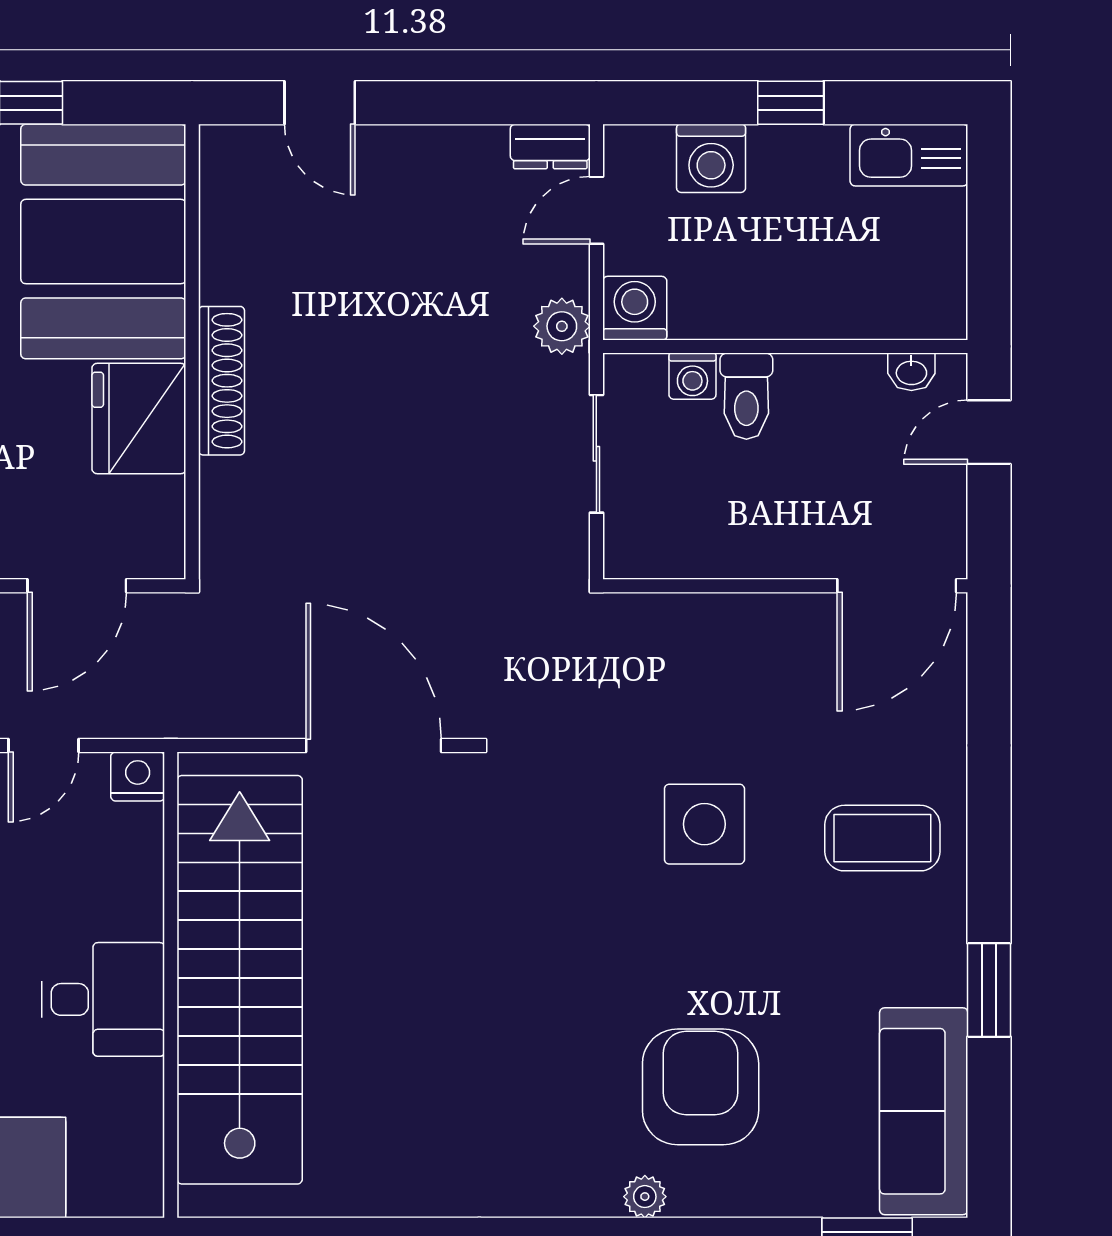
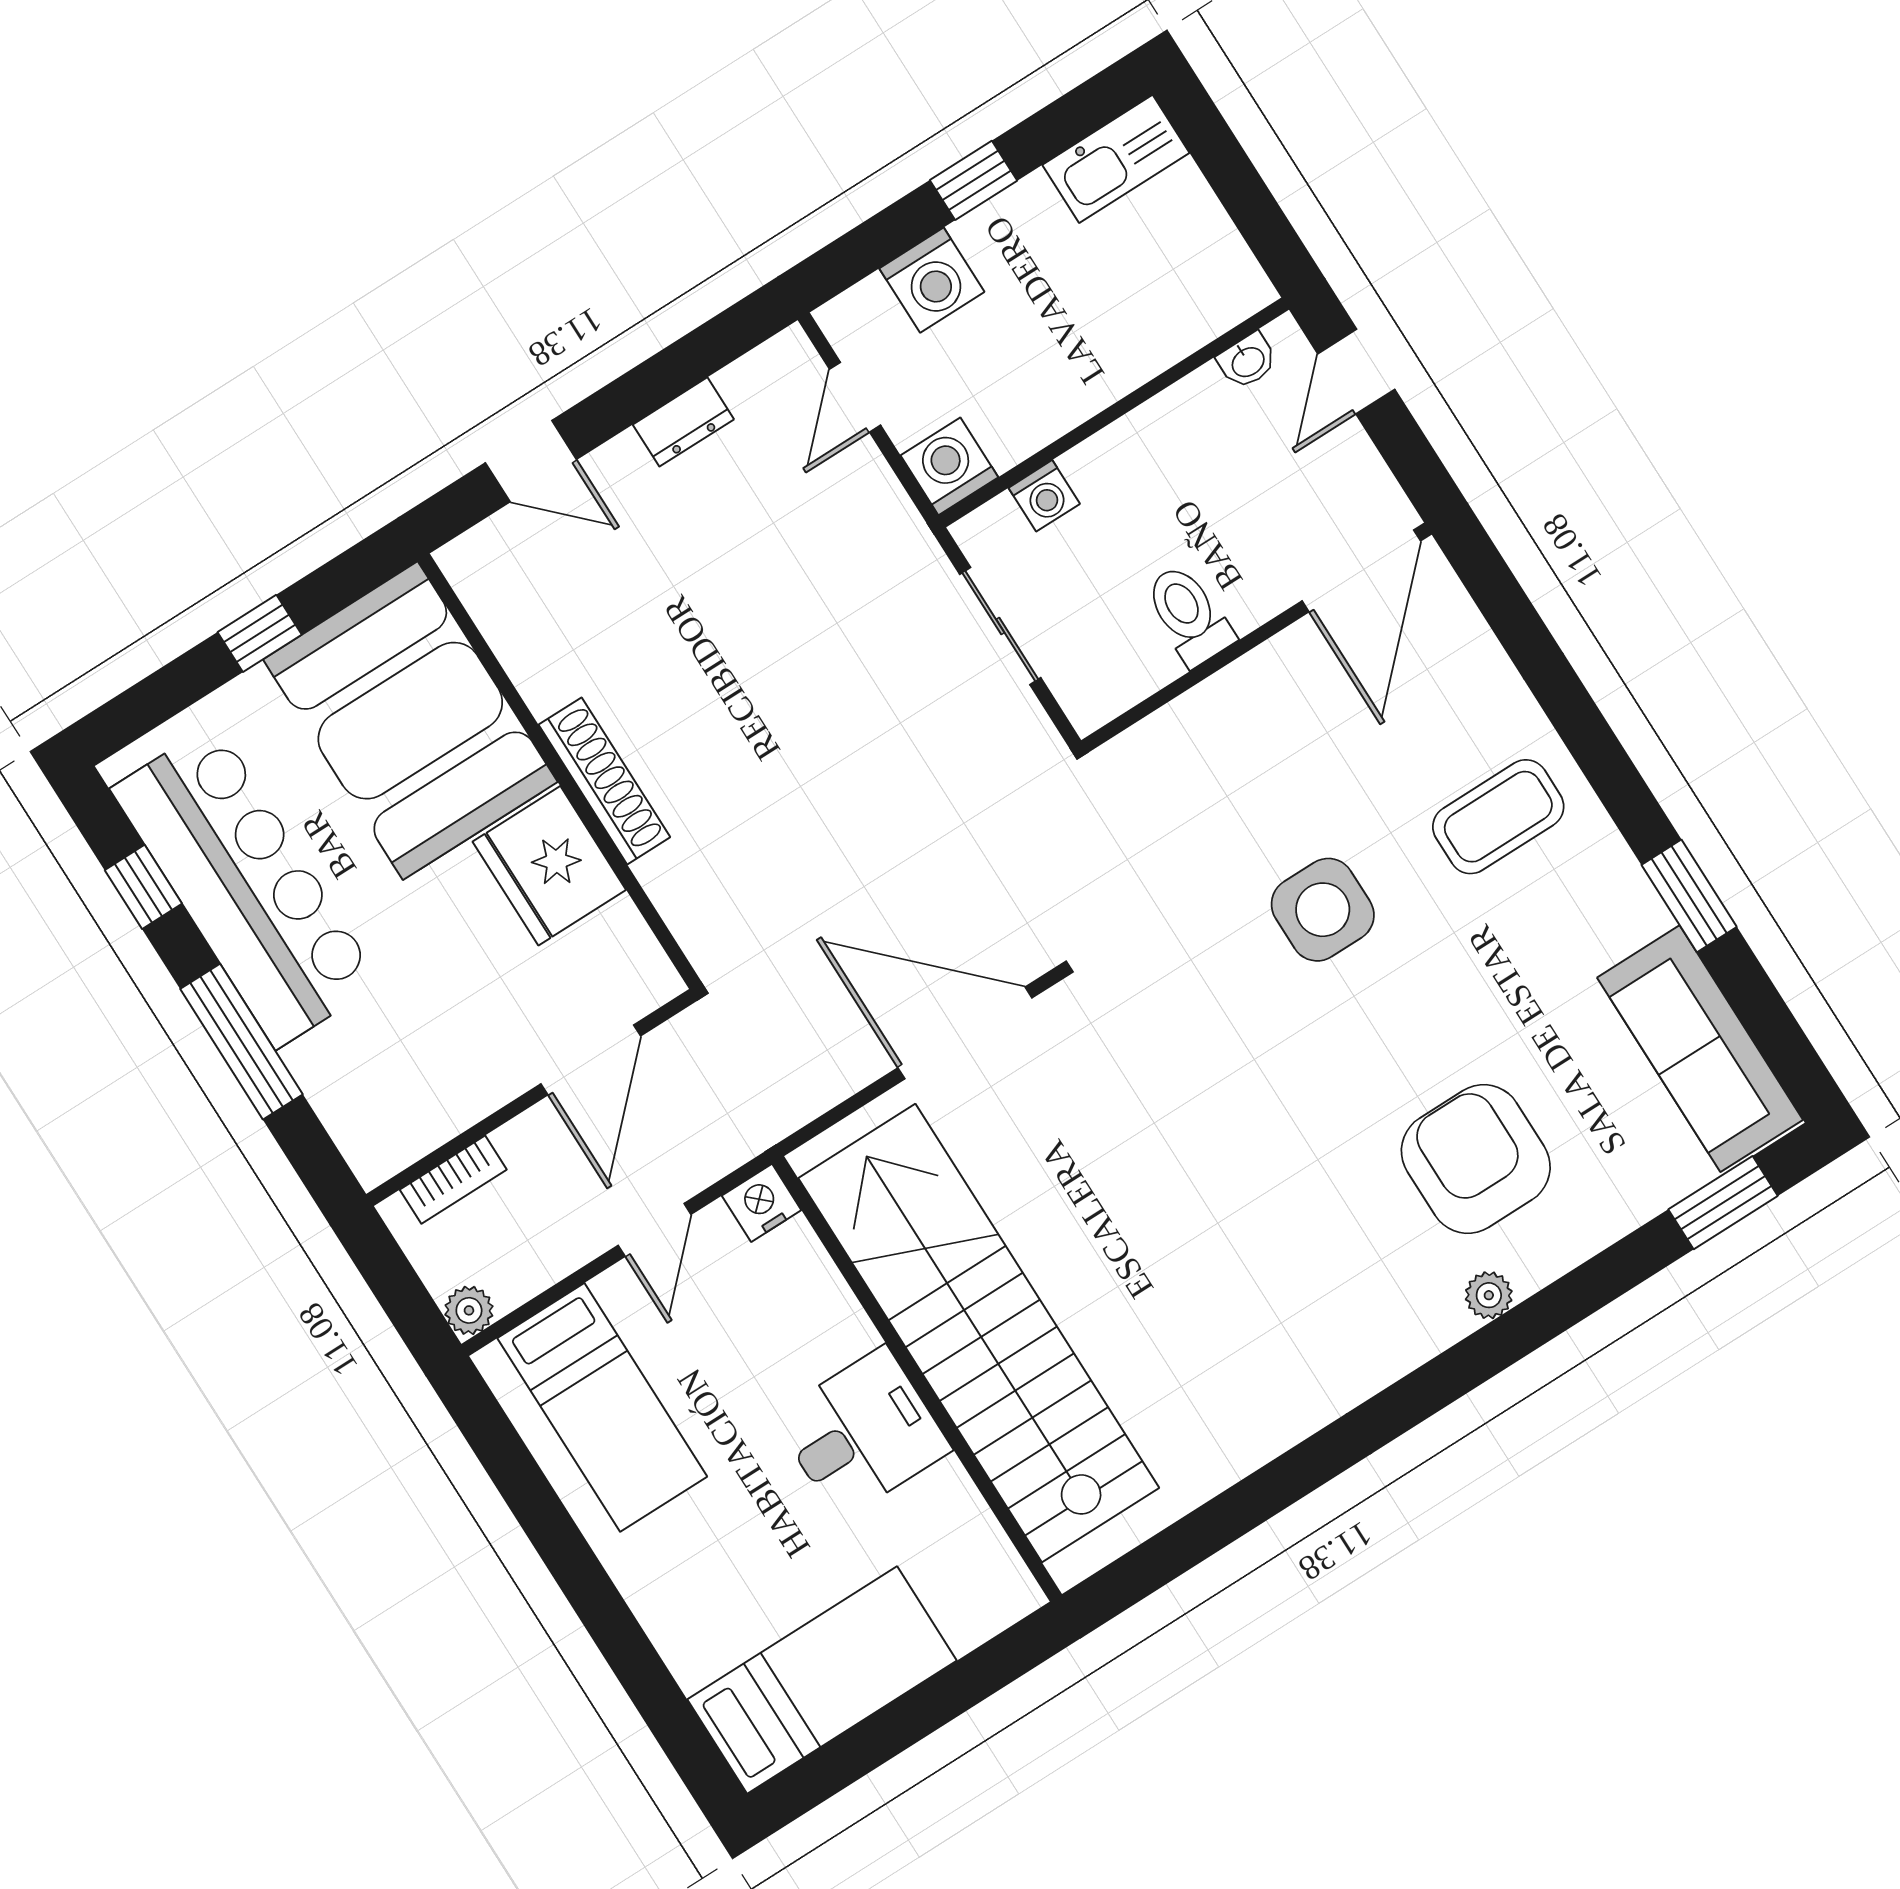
dresser: (550, 146) -> (683, 422), moved
plant: (562, 326) -> (892, 527), removed
toilet: (746, 396) -> (1189, 615), moved, turned 180

